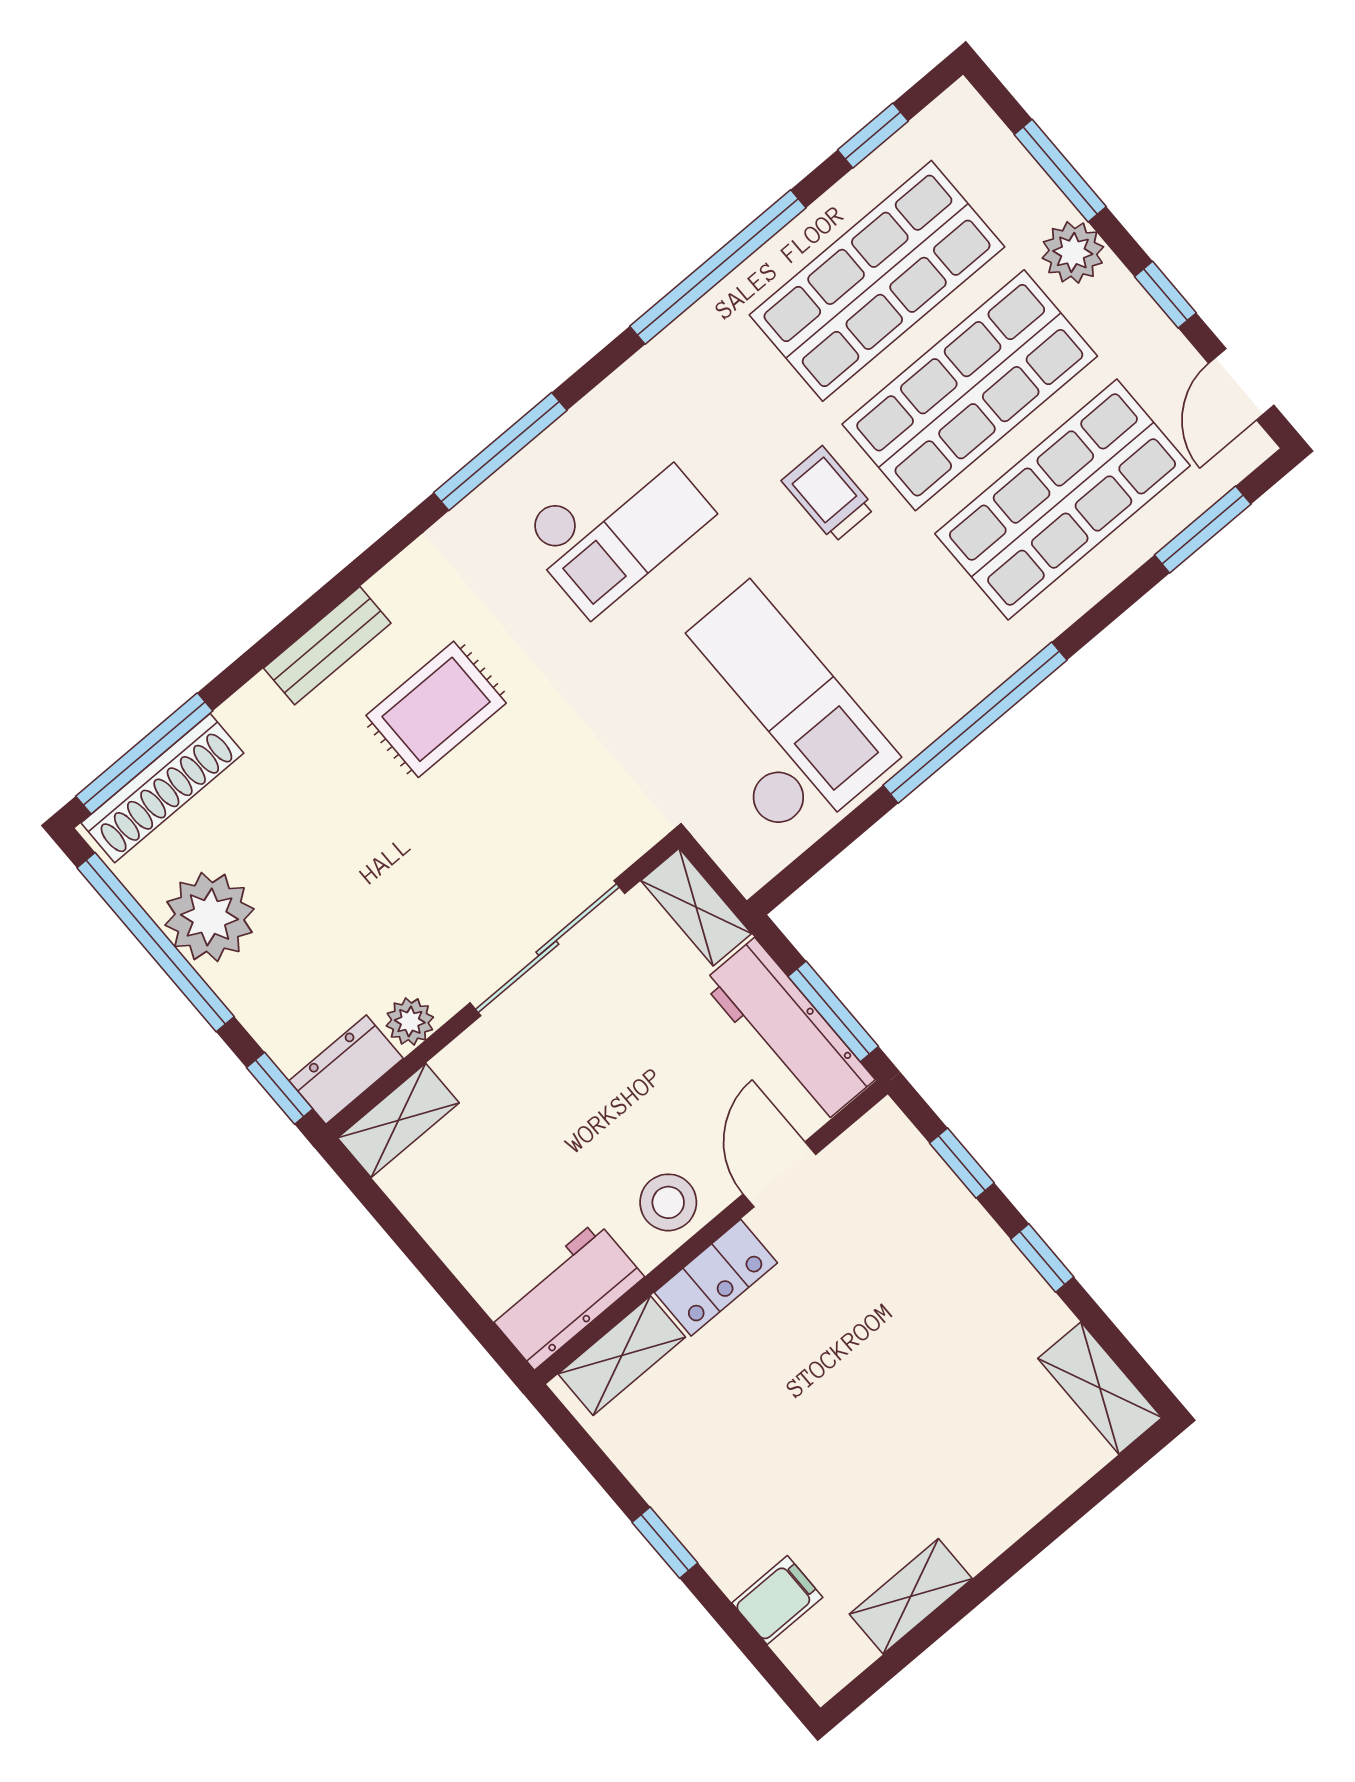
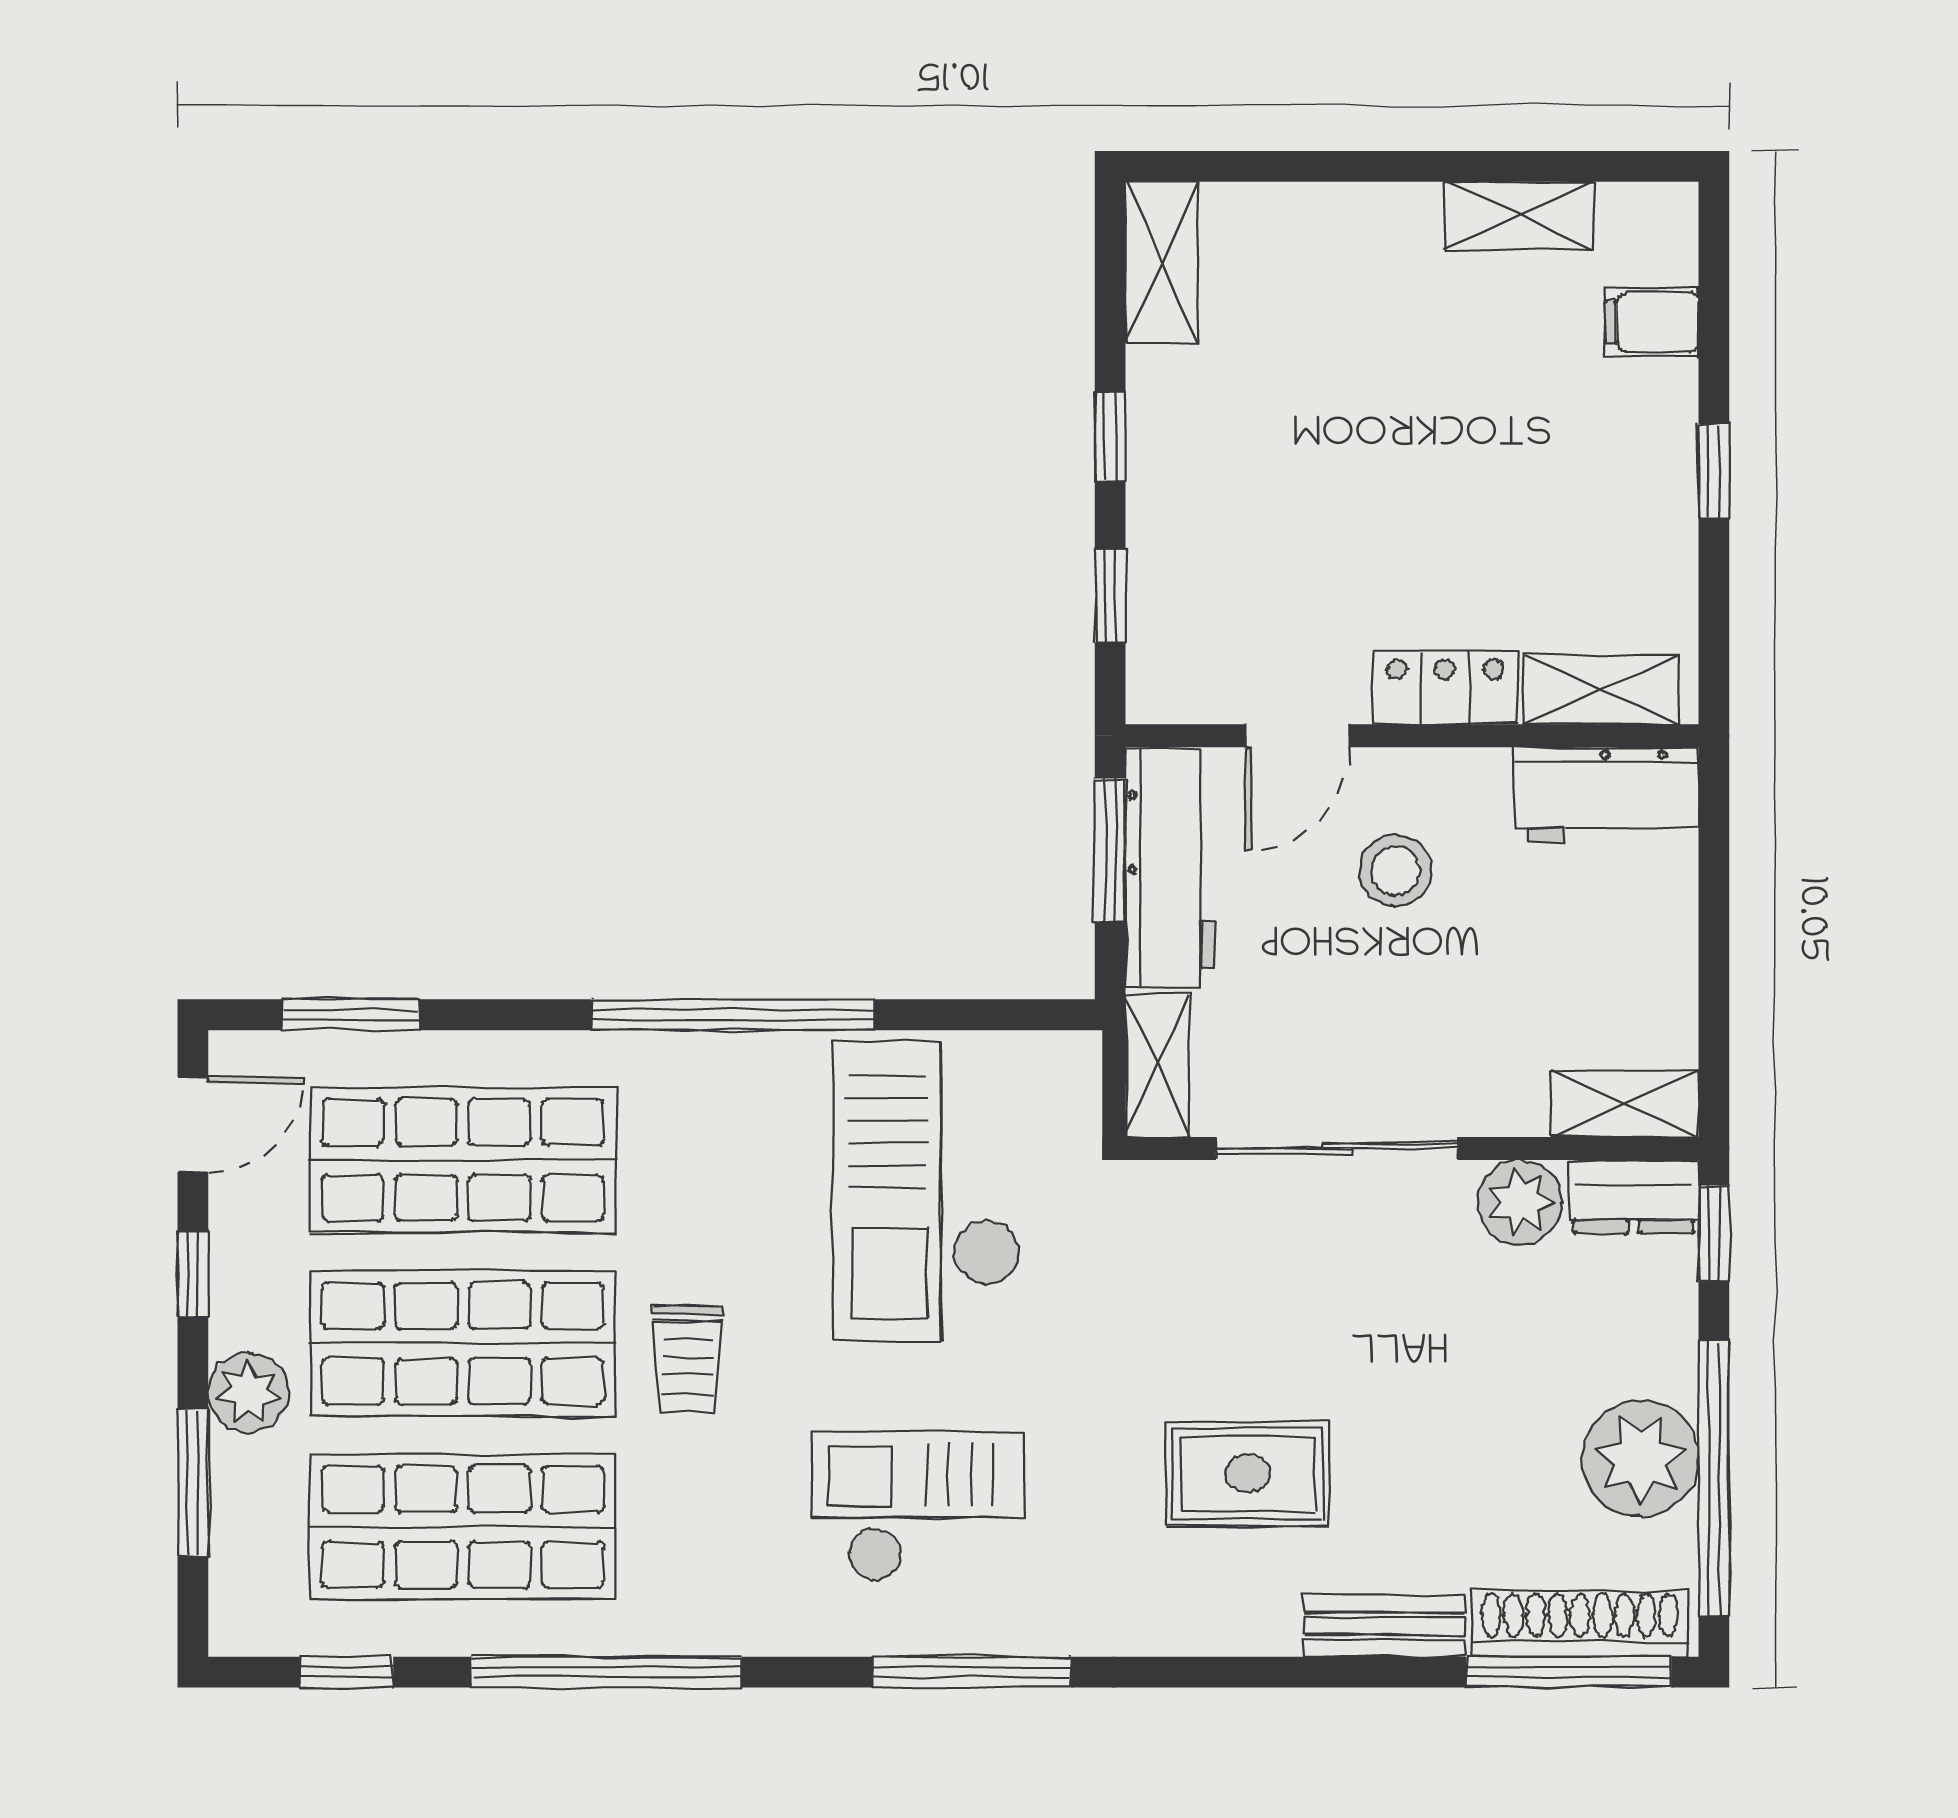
bench: (327, 646) -> (1384, 1626), moved
plant: (410, 1021) -> (1520, 1202), width x1.38, depth x1.38
stool: (668, 1202) -> (1395, 871), moved

